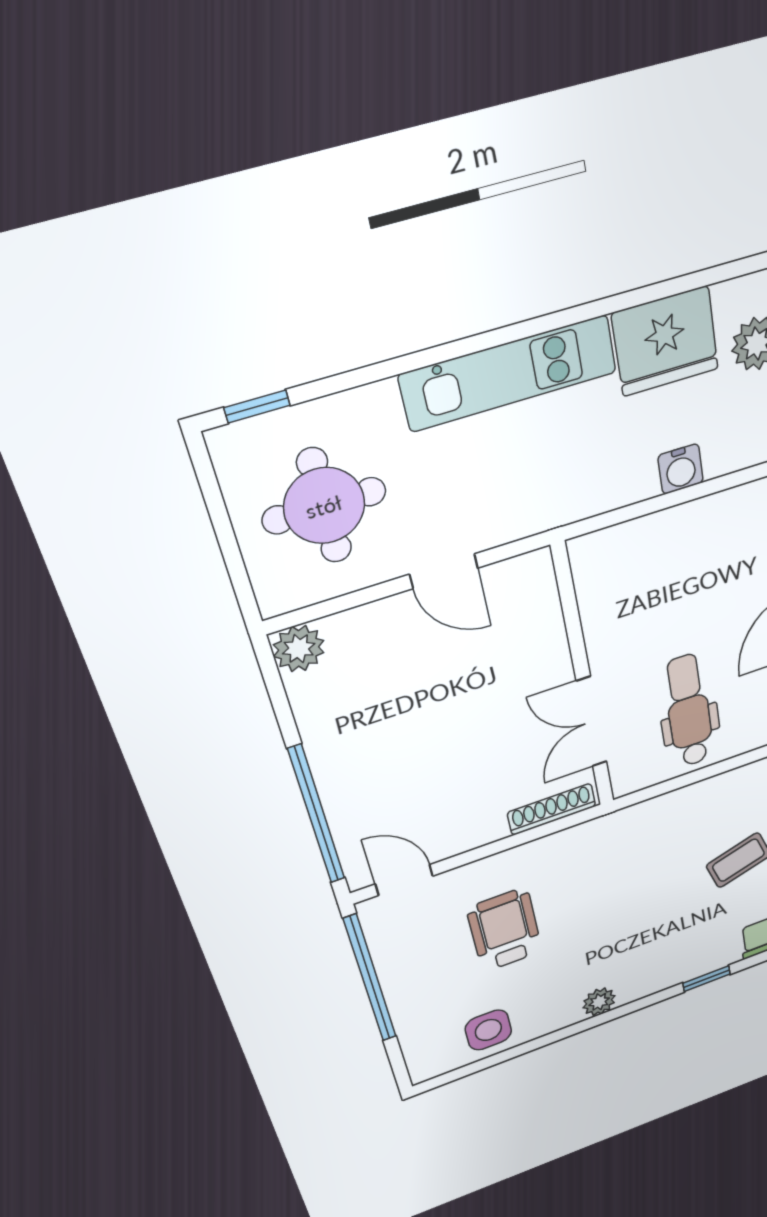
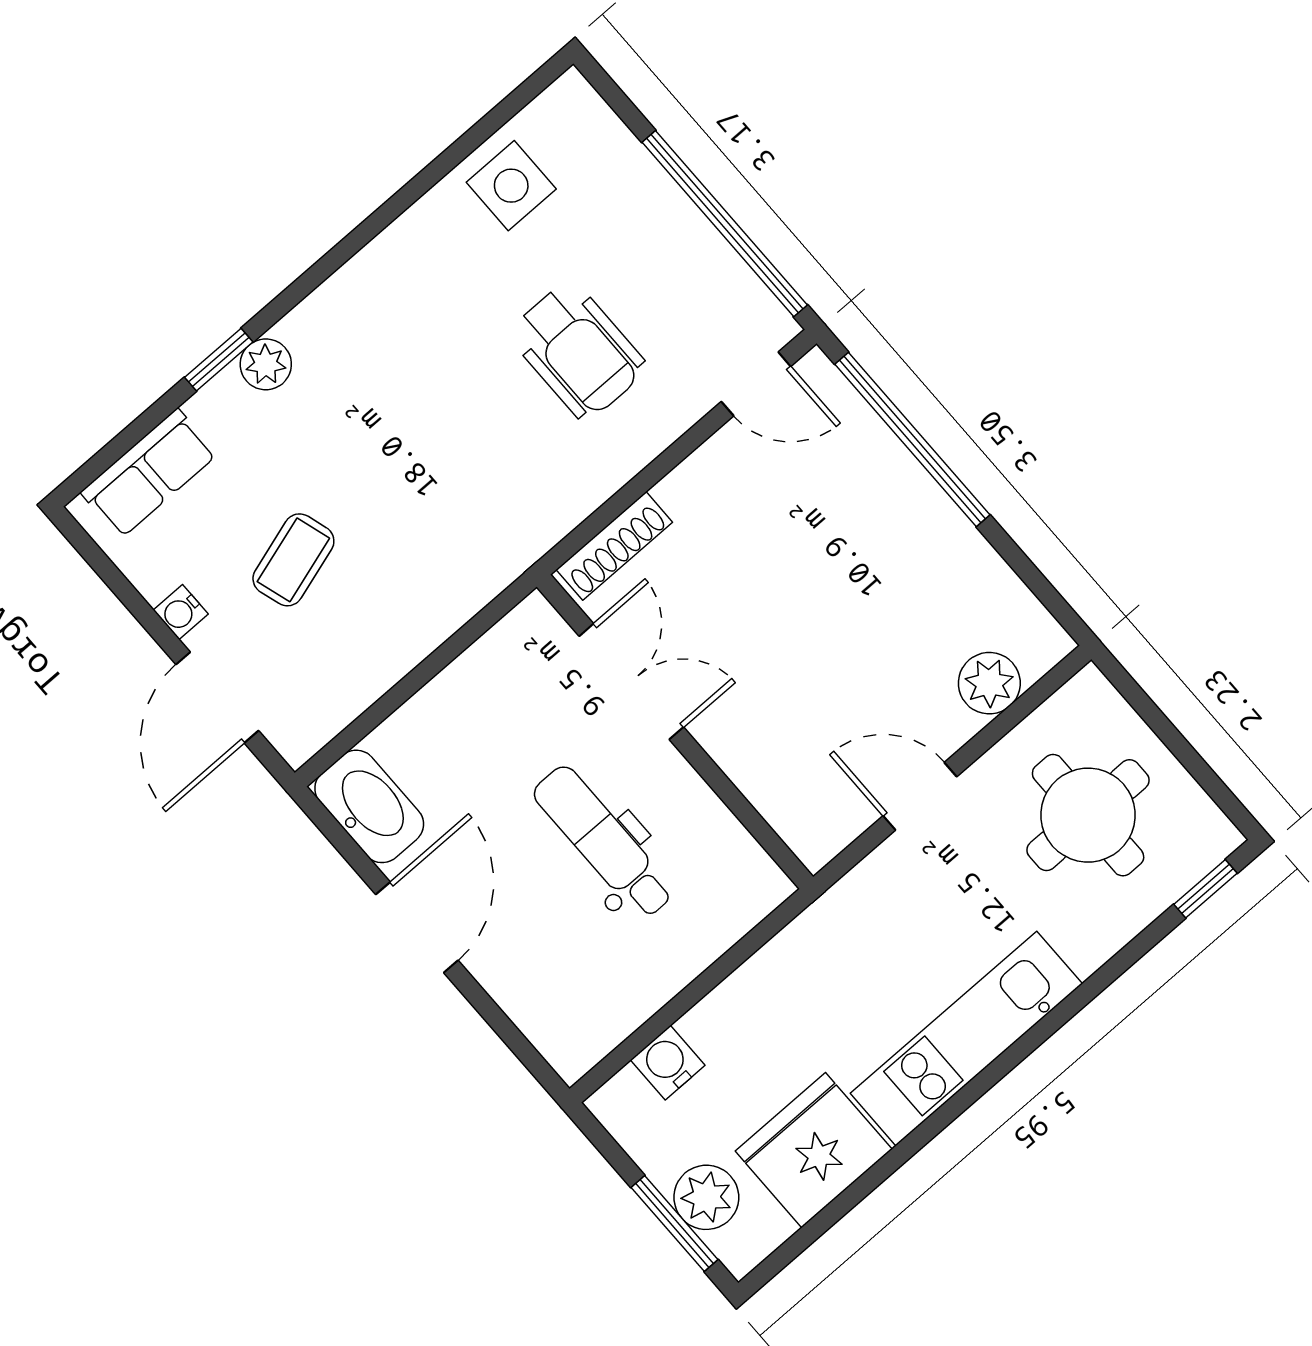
water cooler: (681, 469) -> (668, 1063), moved
plant: (299, 649) -> (989, 683), moved
dental chair: (689, 711) -> (604, 842), moved, turned 180
plant: (599, 1002) -> (266, 364), moved

